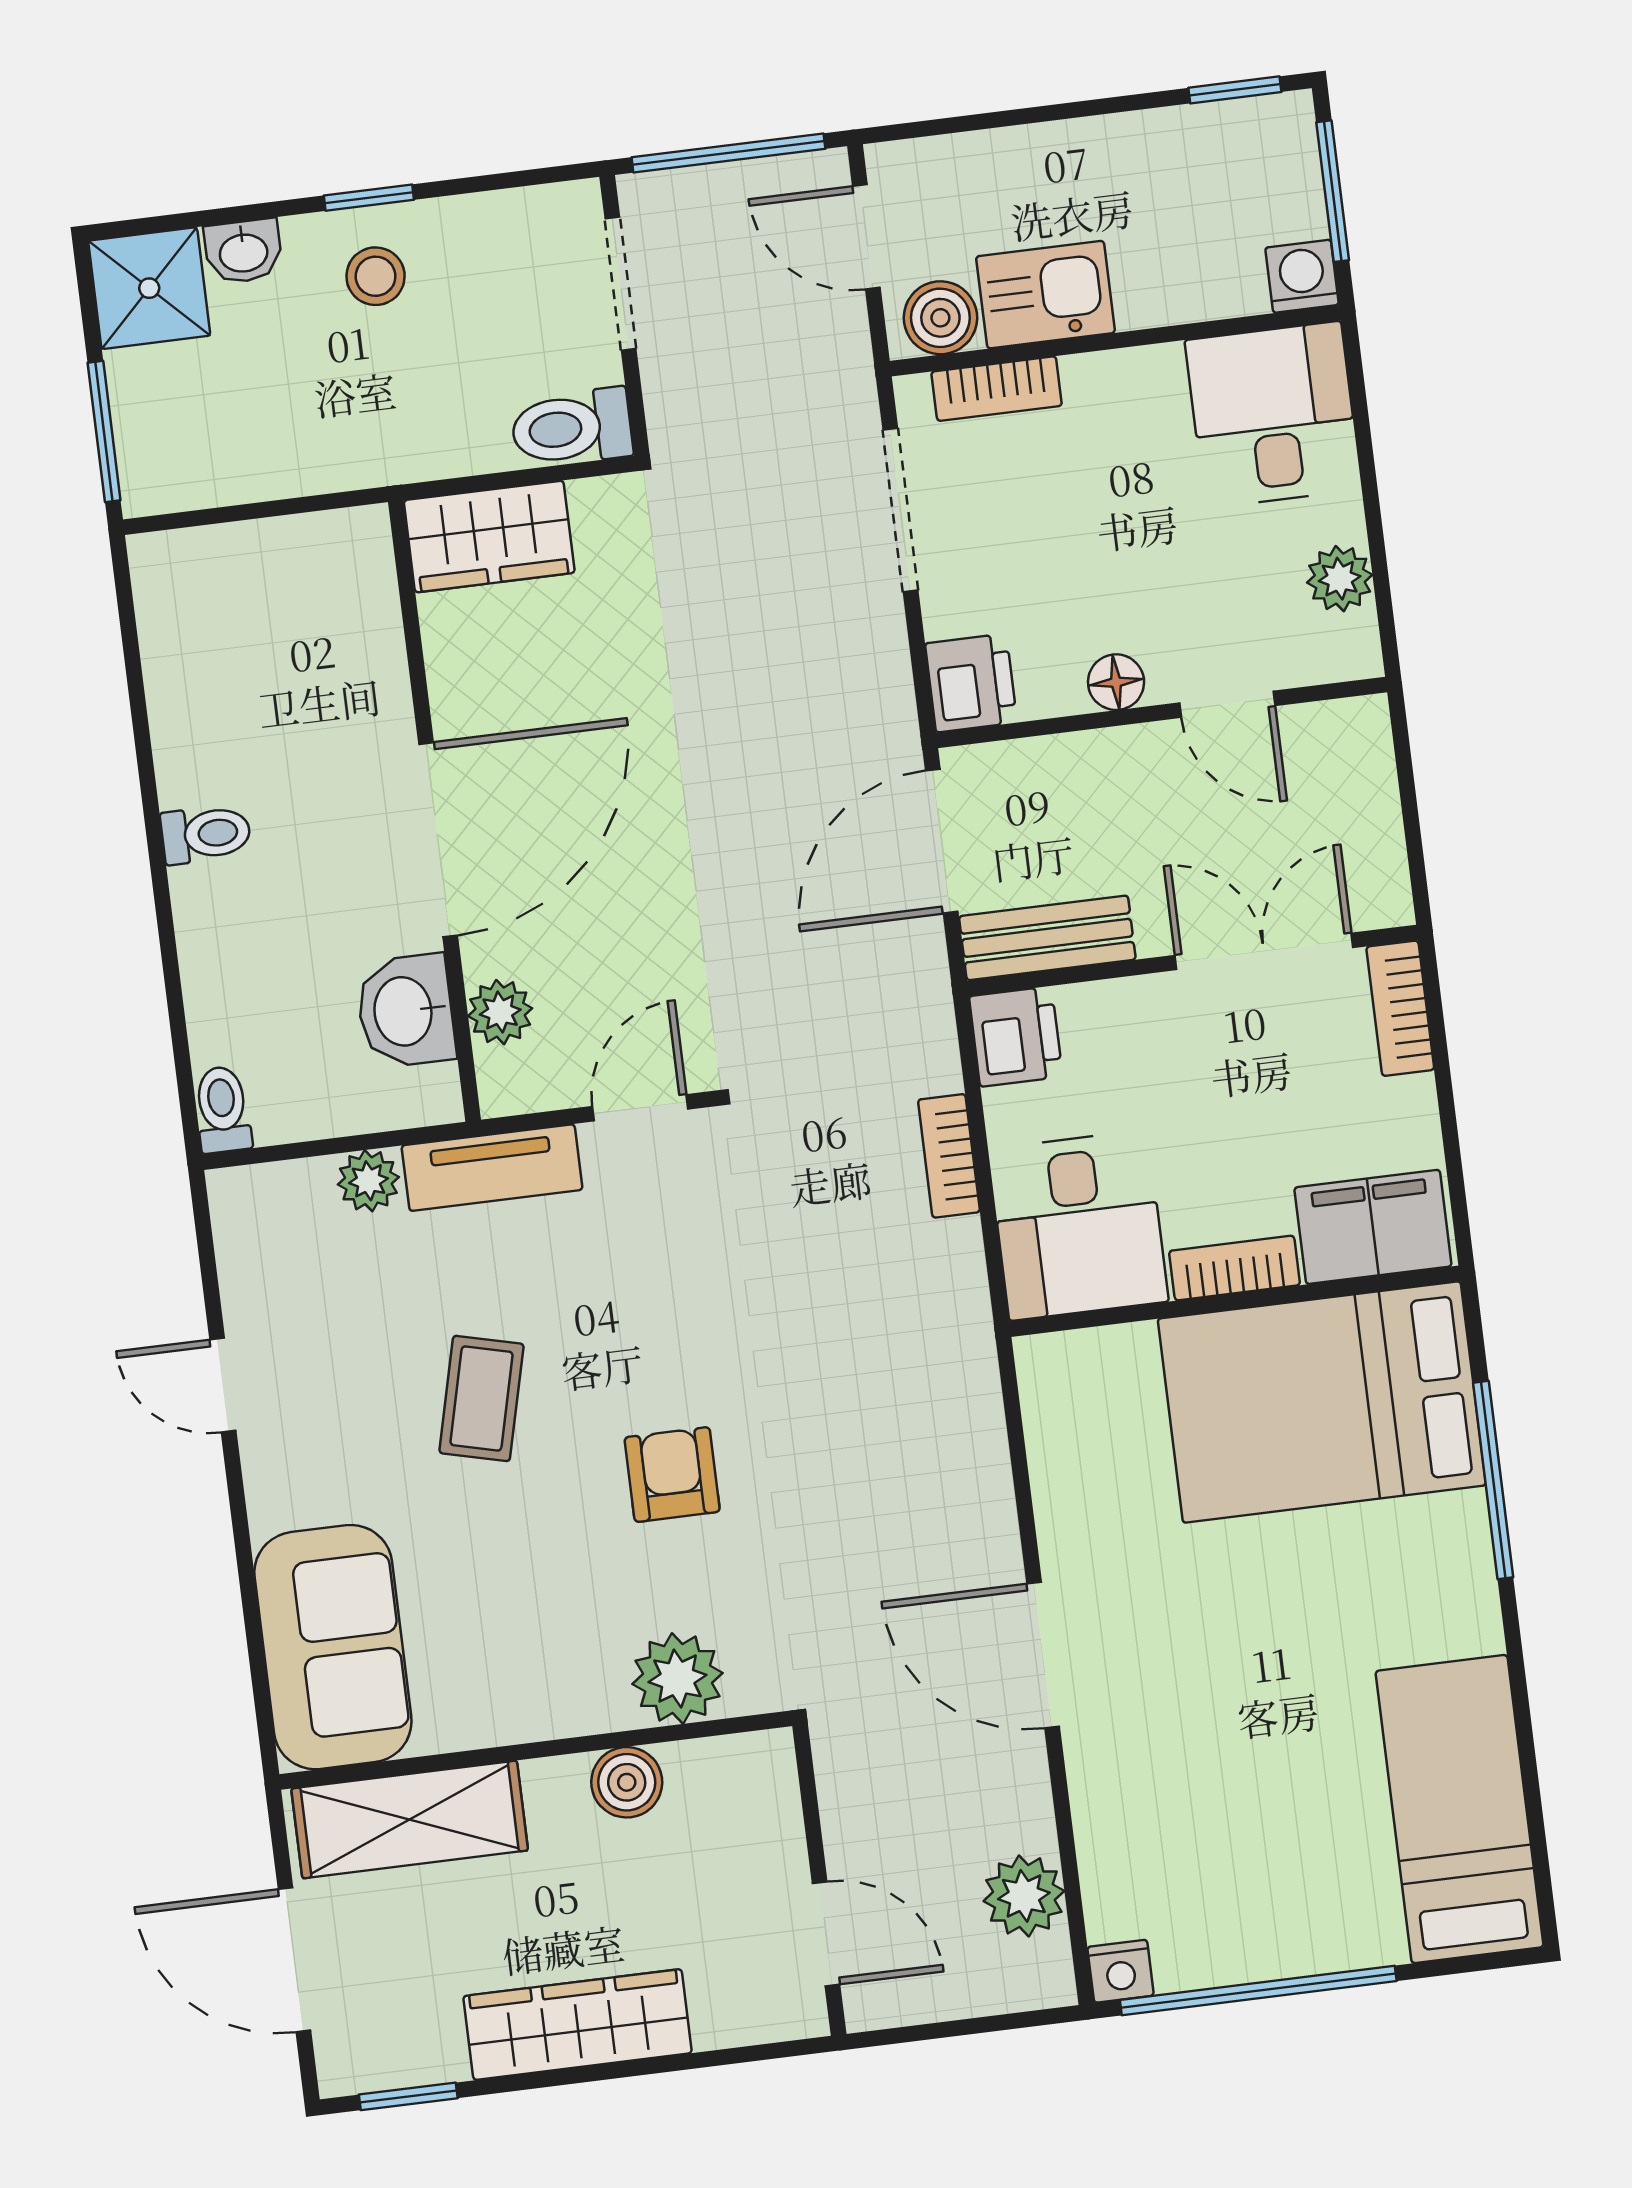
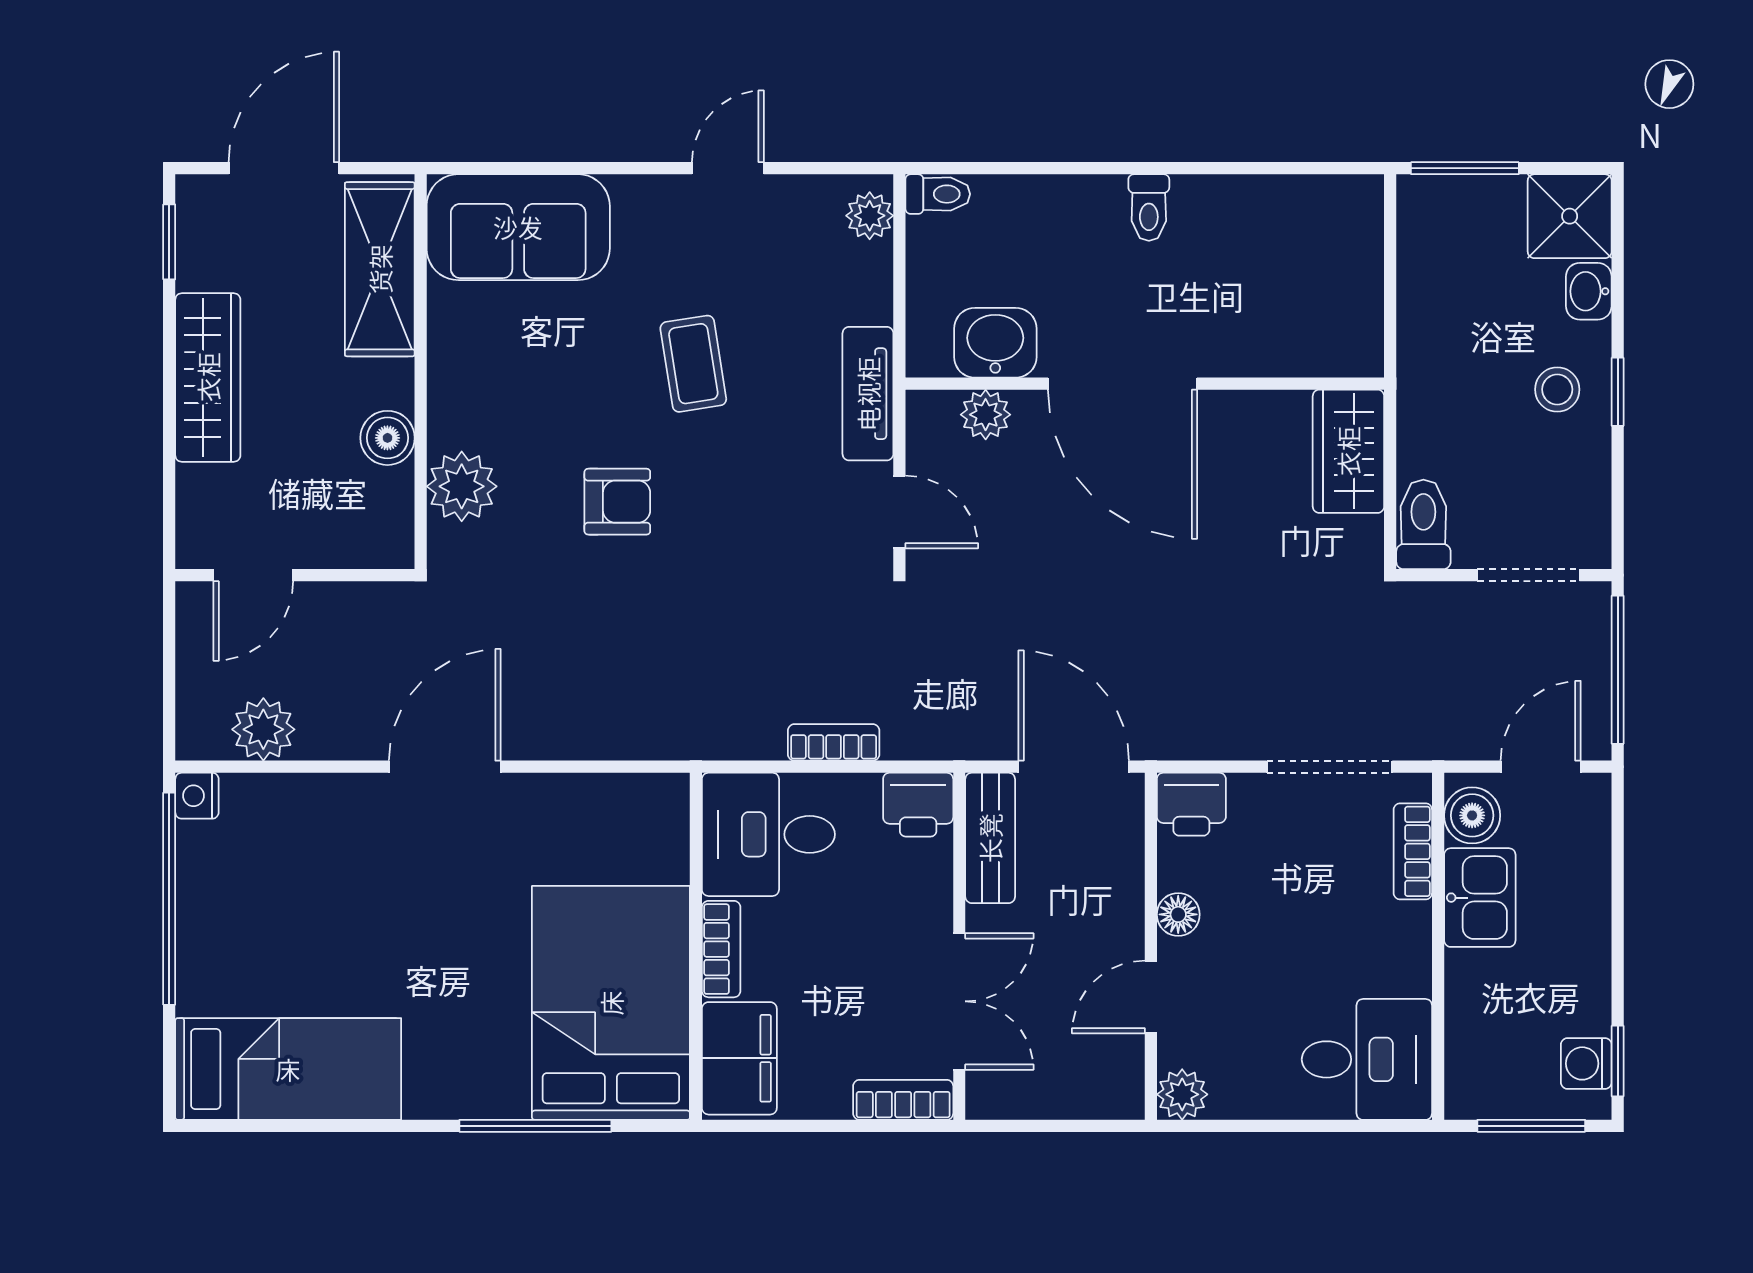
washing machine: (1302, 276) -> (1586, 1063), moved, turned 180
plant: (1340, 579) -> (1182, 1094), moved
plant: (368, 1181) -> (870, 216), moved
coffee table: (481, 1398) -> (693, 364), turned 67

